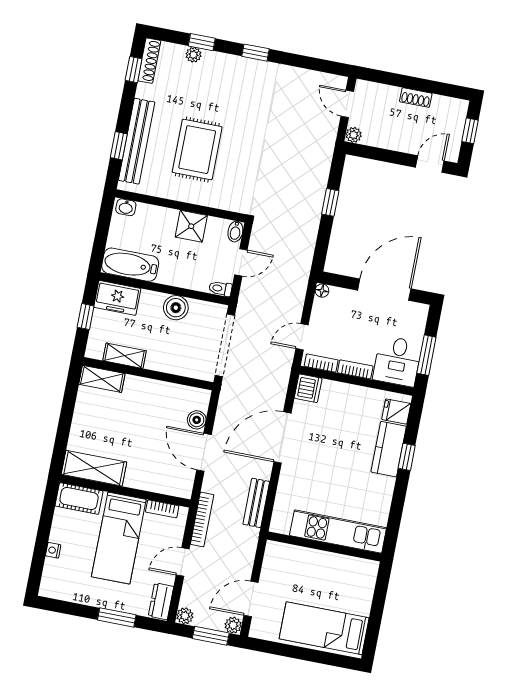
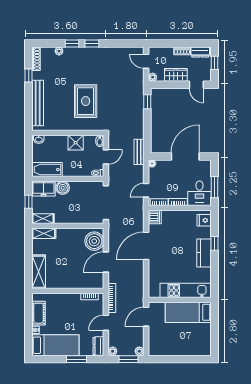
window: (202, 42) -> (72, 43), moved
window: (134, 70) -> (29, 75), moved
dresser: (448, 106) -> (200, 52), added
wardrobe: (396, 139) -> (176, 75), added
window: (119, 146) -> (29, 107), removed
rug: (197, 150) -> (86, 101), moved
door: (430, 164) -> (196, 85), swing flipped
window: (330, 202) -> (147, 102), moved
boiler: (176, 308) -> (63, 188), moved
shelving: (125, 356) -> (43, 219), moved
boiler: (197, 420) -> (94, 241), width x1.86, depth x1.86
kitchen counter: (389, 449) -> (204, 253), moved
door: (204, 452) -> (106, 262), hinge flipped
shelving: (94, 468) -> (39, 272), moved, turned 90
cot: (79, 499) -> (38, 313), moved, turned 90
bench: (256, 503) -> (139, 152), moved
bed: (119, 538) -> (55, 345), moved, turned -90
door: (251, 599) -> (146, 317), moved
bed: (324, 628) -> (188, 312), moved

